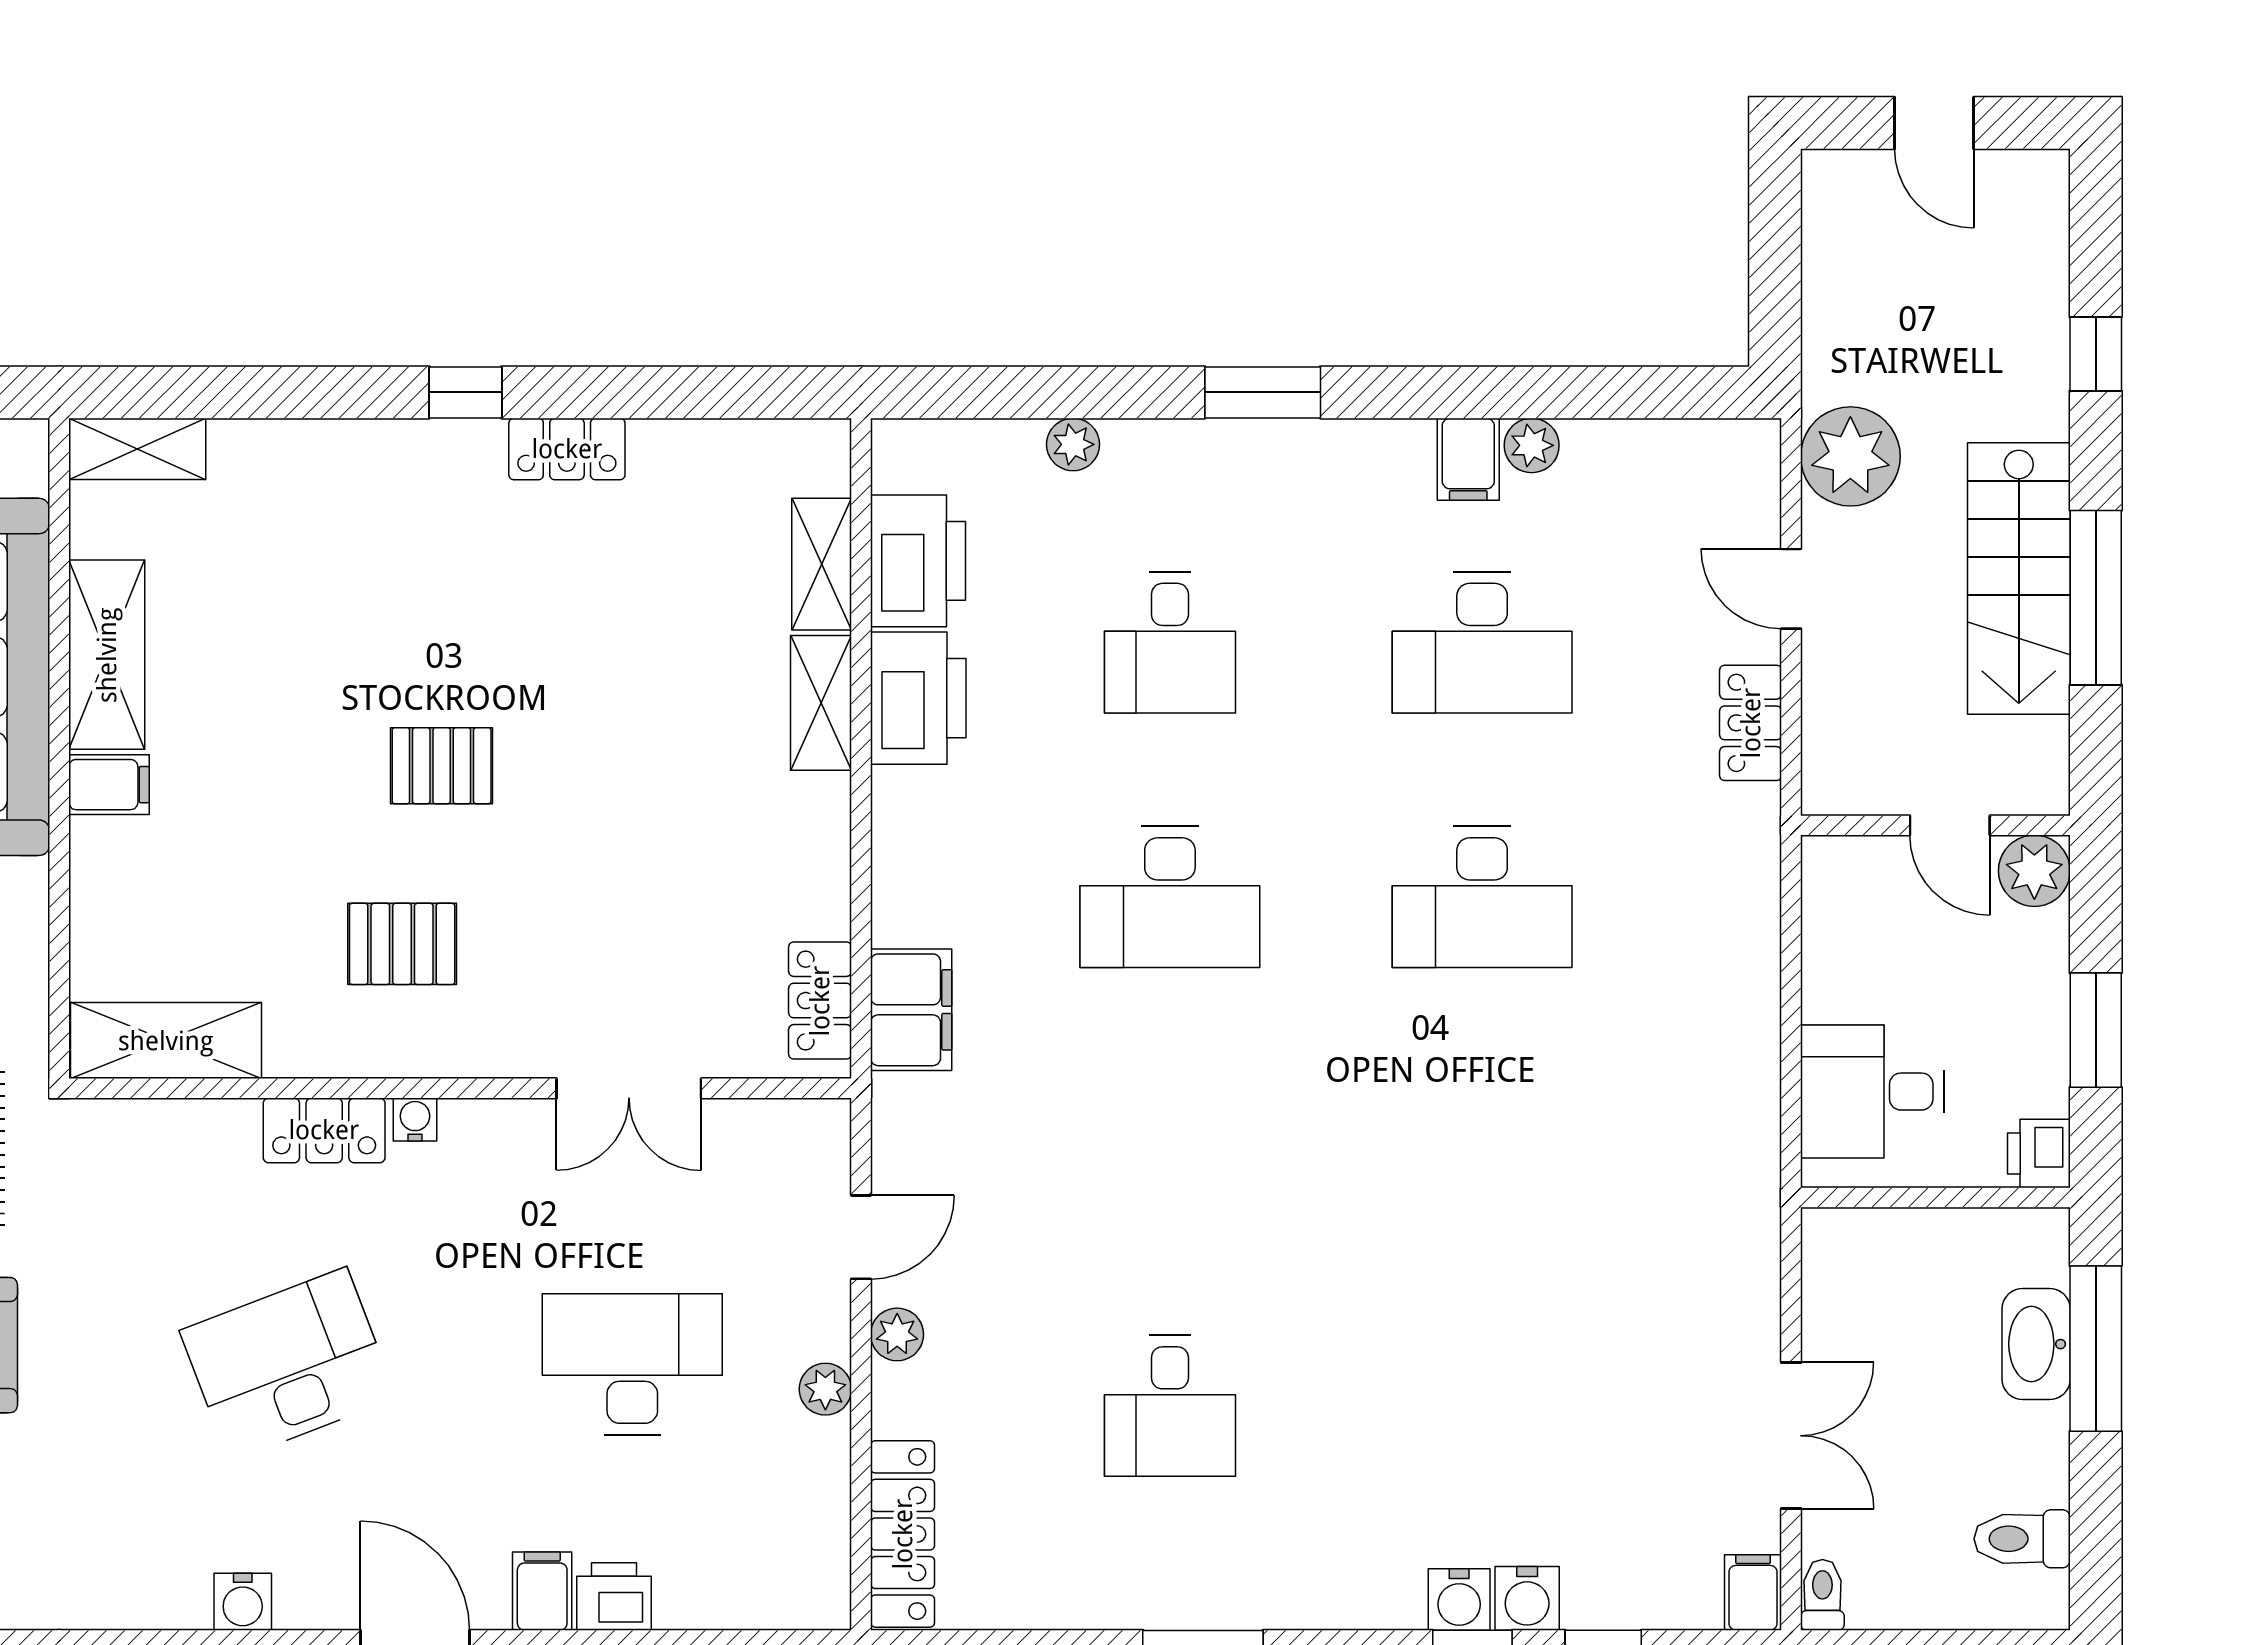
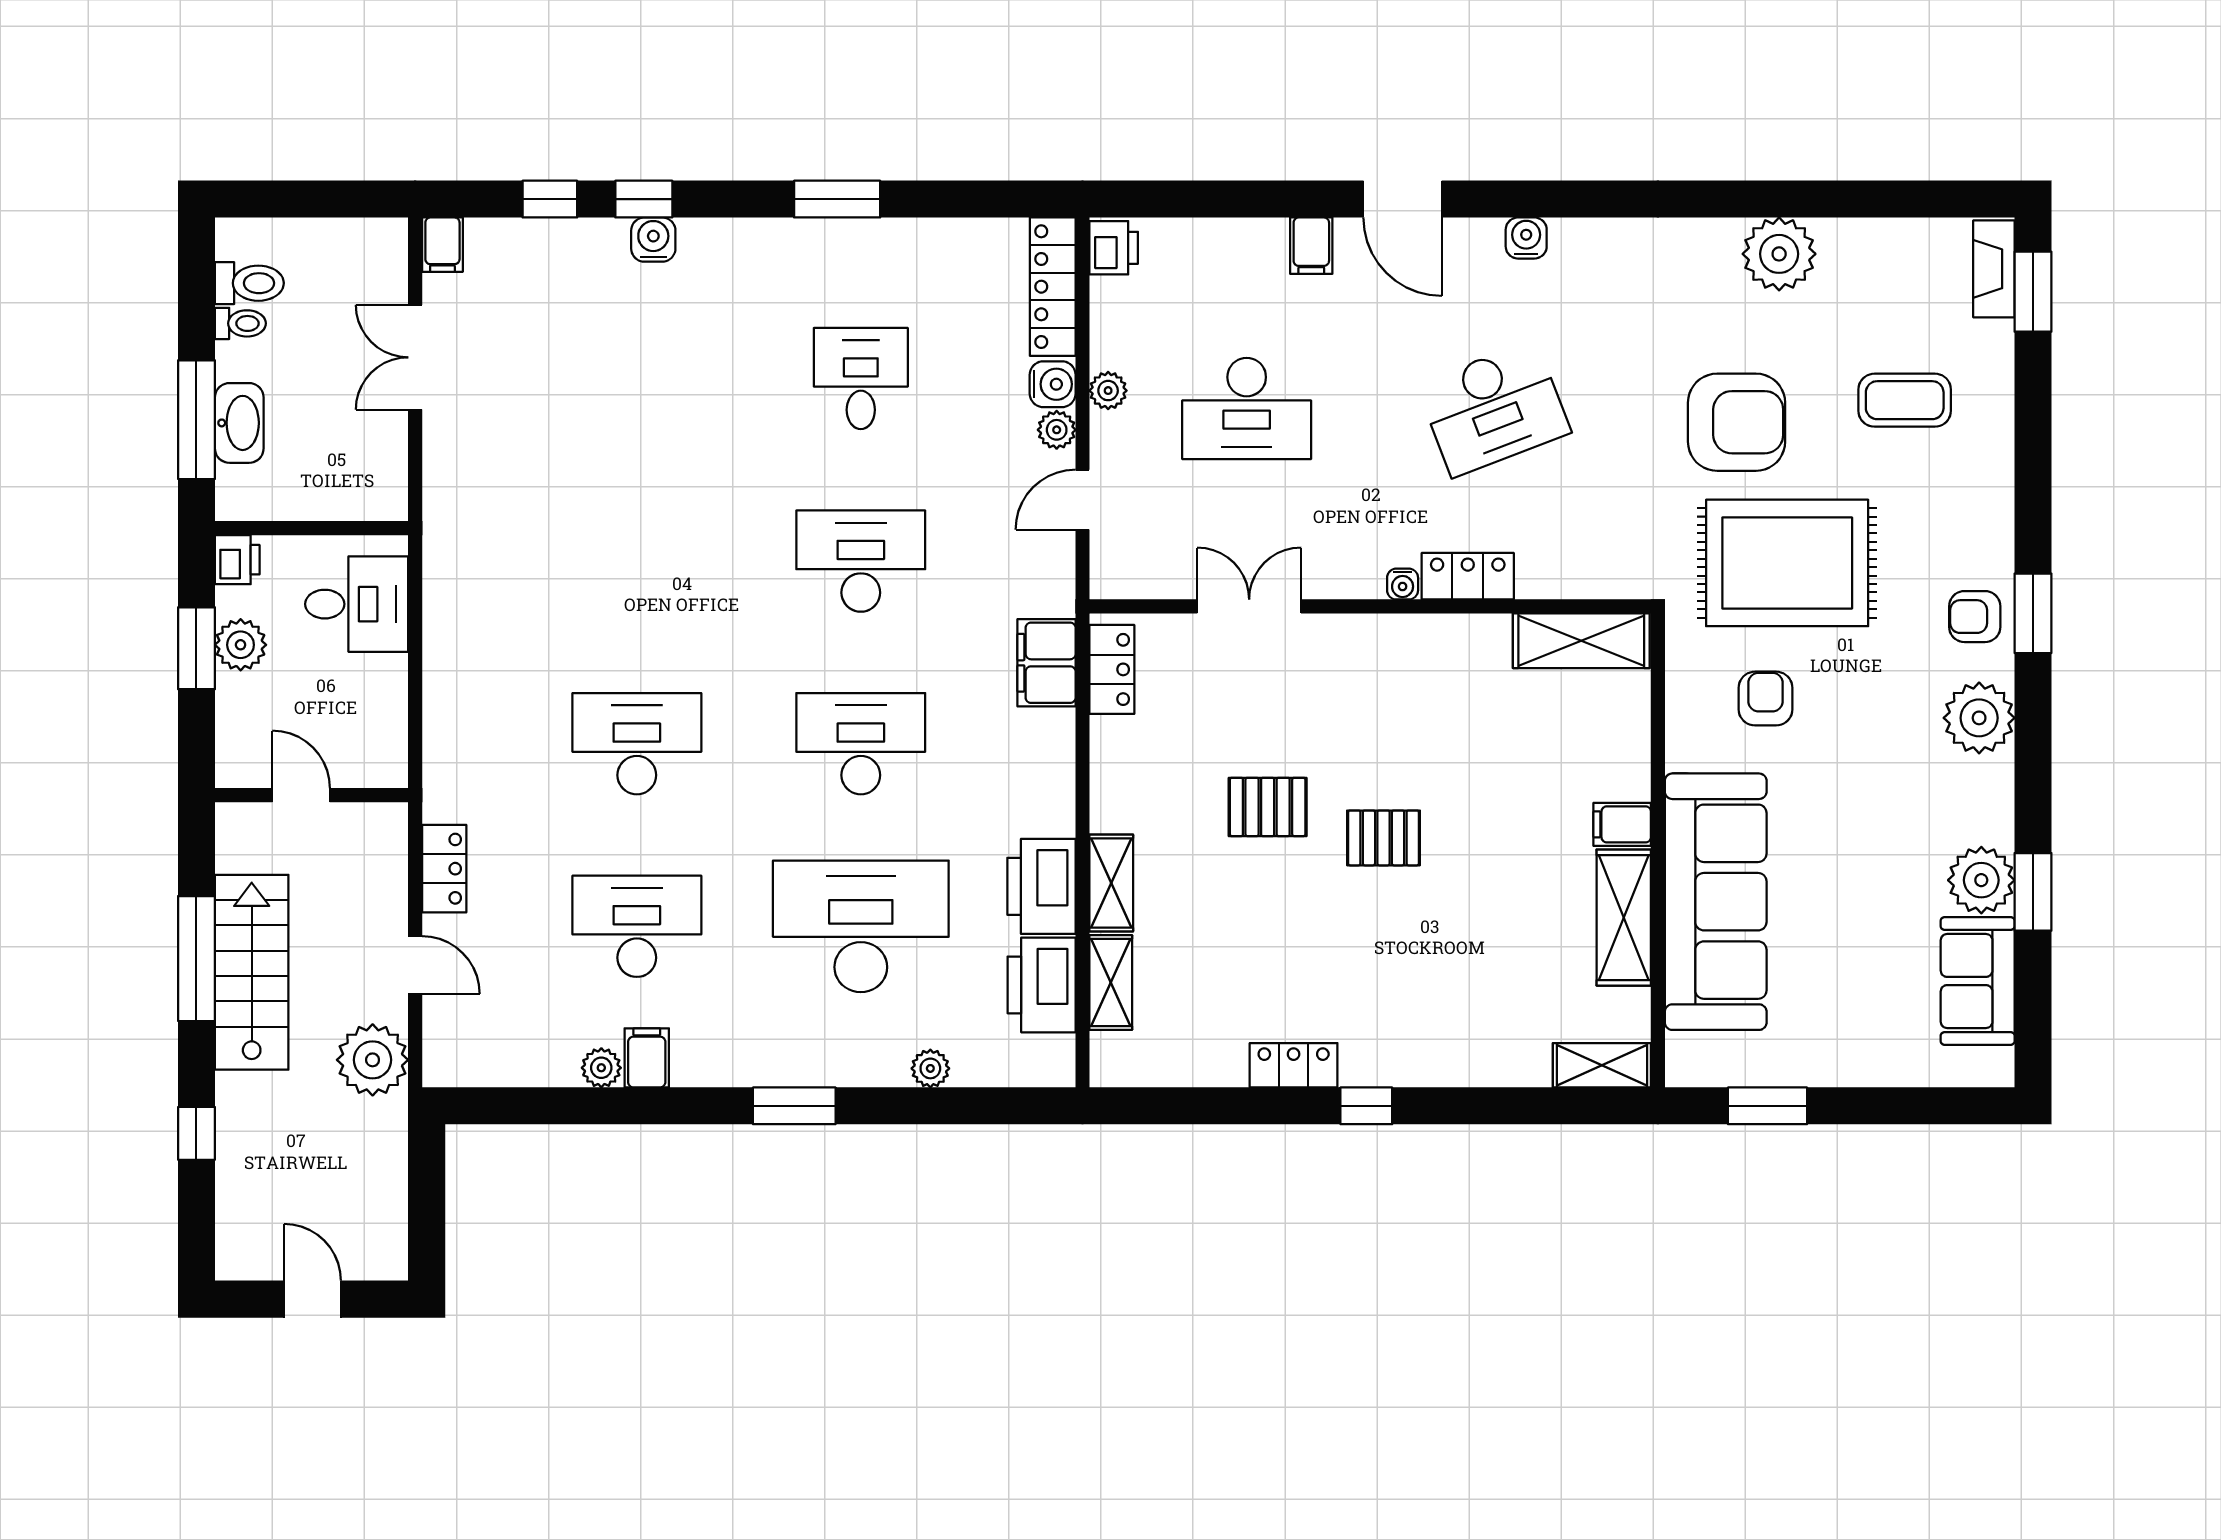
desk: (1170, 643) -> (861, 926), width x1.87, depth x1.30
plant: (2034, 871) -> (241, 645), moved
pallet: (402, 944) -> (1268, 807), moved
desk: (1170, 1151) -> (861, 561), added
toilet: (1822, 1595) -> (240, 323), moved, turned -90
printer: (614, 1597) -> (1114, 248), moved, turned -90
water cooler: (1527, 1598) -> (1053, 384), moved, turned 90

